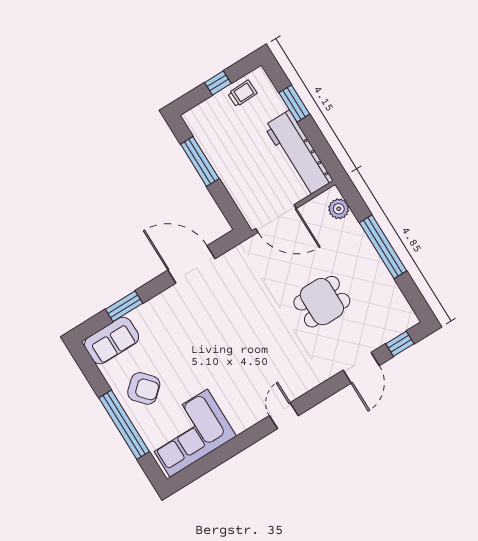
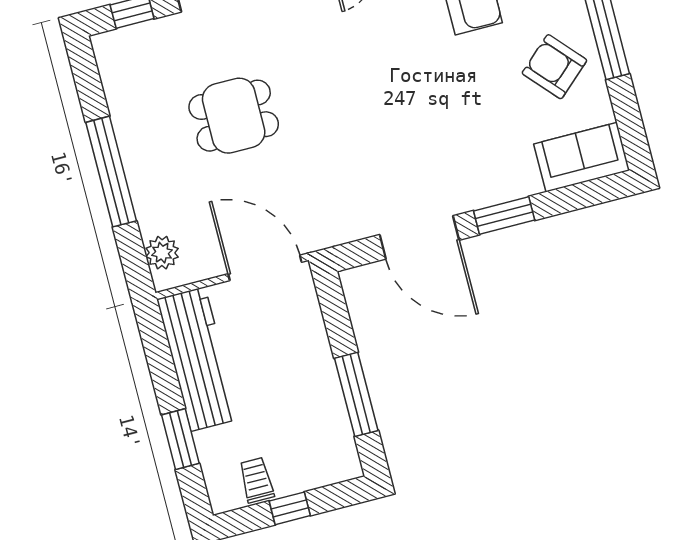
trolley: (242, 93) -> (256, 480), turned 92
window: (124, 306) -> (504, 215), moved

